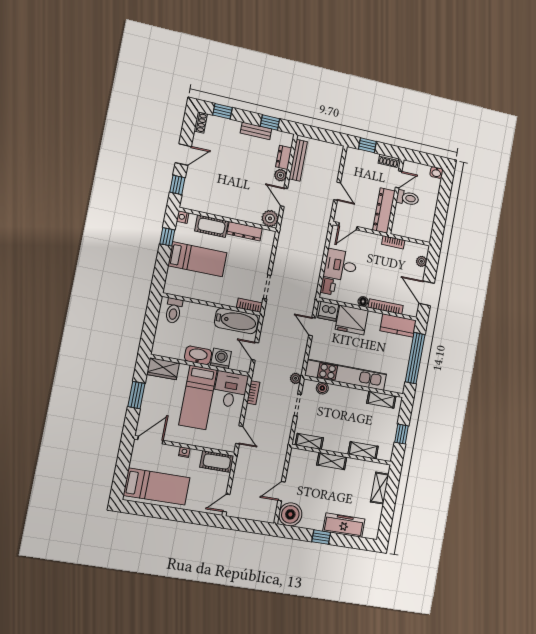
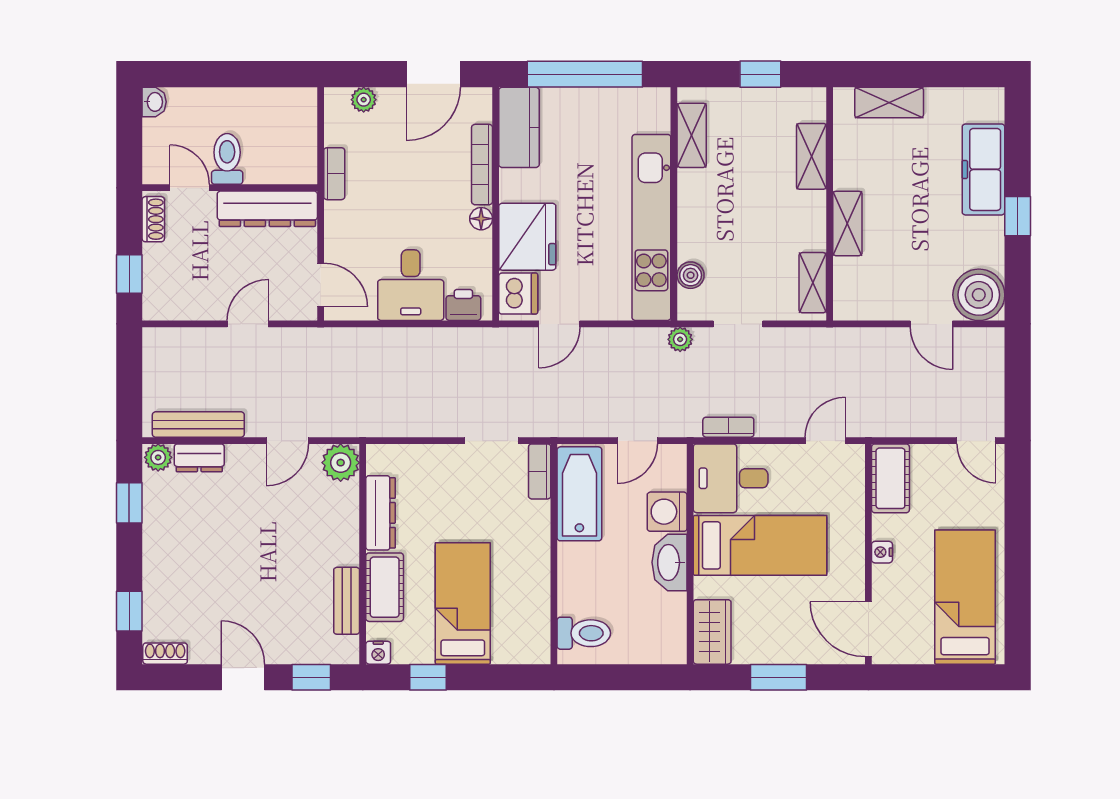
bench: (256, 131) -> (347, 601), moved
plant: (280, 175) -> (158, 457), moved

